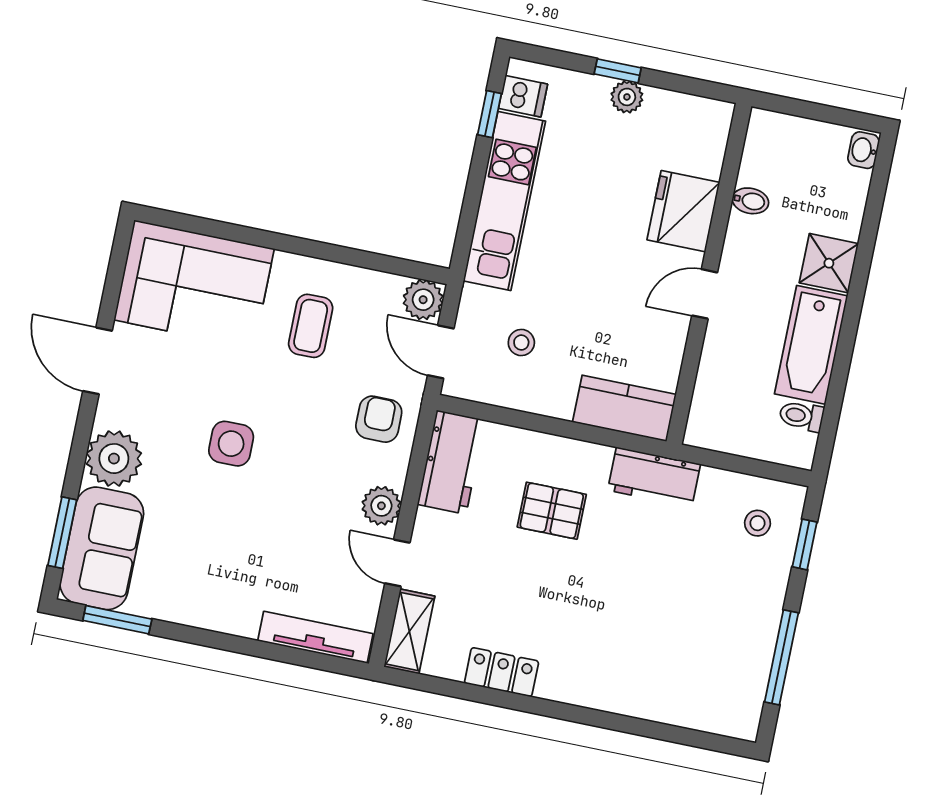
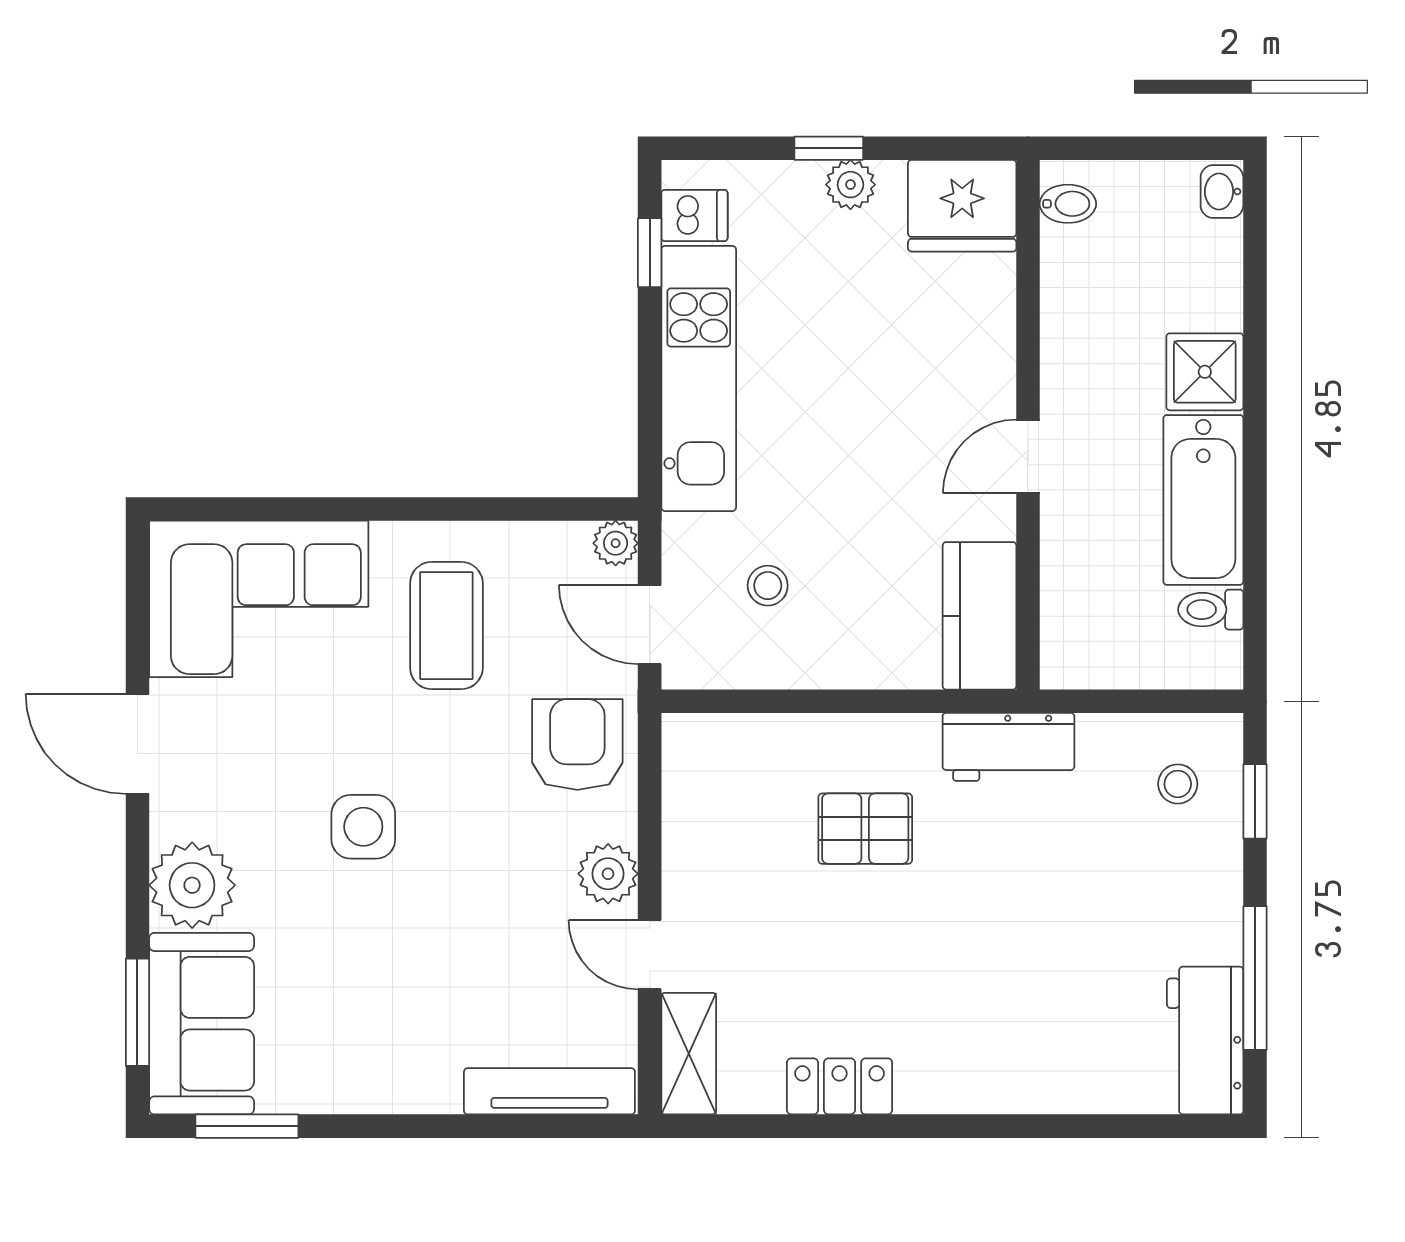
bidet: (750, 201) -> (1068, 204), moved
fridge: (683, 211) -> (962, 206), moved, turned -90
plant: (423, 300) -> (616, 543), width x0.73, depth x0.73
coffee table: (311, 326) -> (446, 626), width x1.36, depth x1.30
kitchen counter: (624, 408) -> (979, 616), moved, turned -90
armchair: (379, 419) -> (577, 744), width x1.38, depth x1.38
workbench: (451, 462) -> (1205, 1041), moved, turned 180

